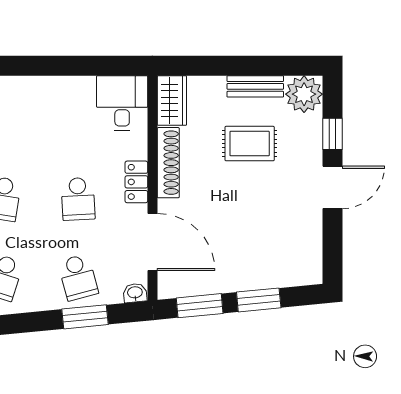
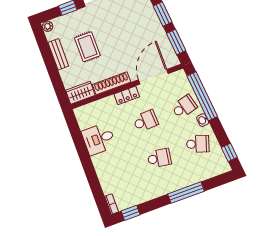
plant: (304, 94) -> (48, 26), width x0.53, depth x0.53
desk: (122, 103) -> (99, 139), moved
washbasin: (135, 293) -> (203, 120), moved
window: (85, 317) -> (202, 96), width x2.11

